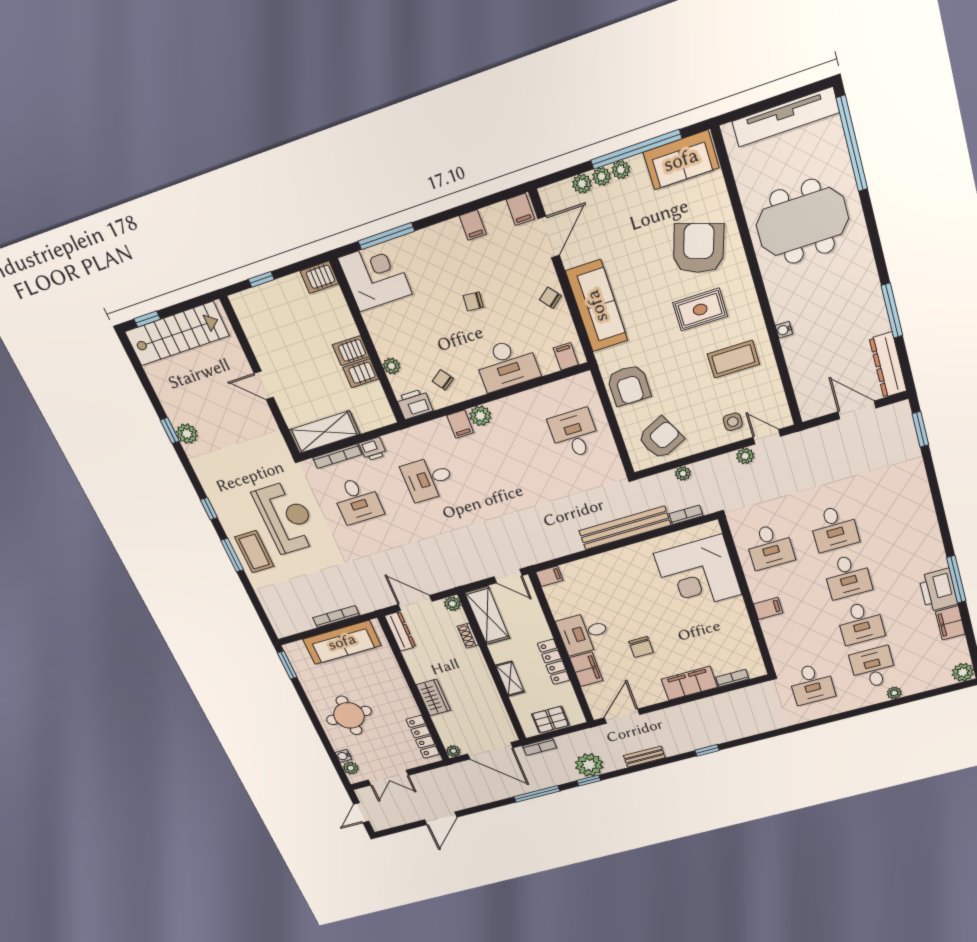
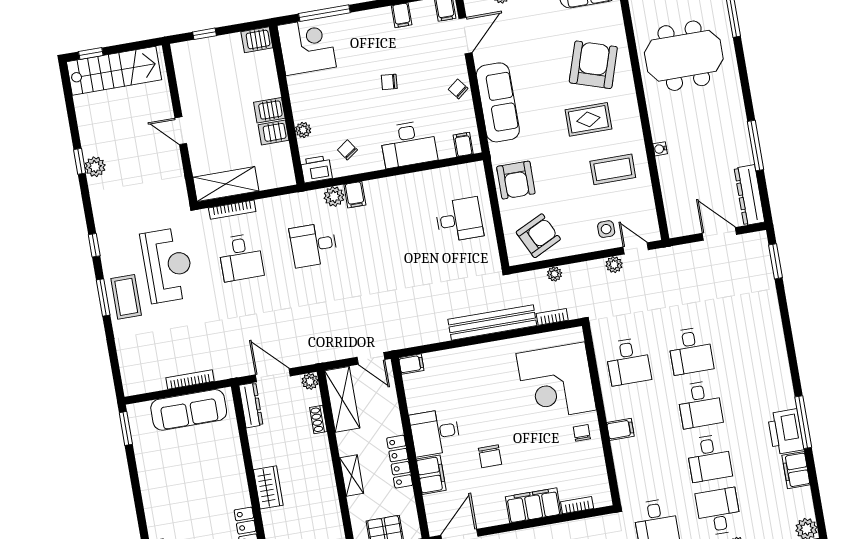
plant: (480, 416) -> (334, 197), moved
desk: (574, 434) -> (459, 220), turned 90
printer: (373, 449) -> (268, 207), removed
chair: (730, 616) -> (582, 433), added
round table: (349, 715) -> (175, 497), removed

